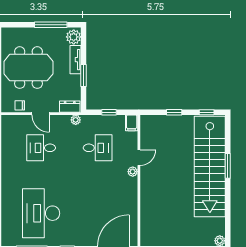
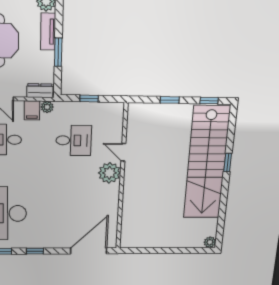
filing cabinet: (132, 123) -> (32, 110), moved
door: (139, 158) -> (123, 152), swing flipped
window: (228, 166) -> (228, 162), width x0.67
plant: (133, 172) -> (109, 173), width x1.88, depth x1.88

